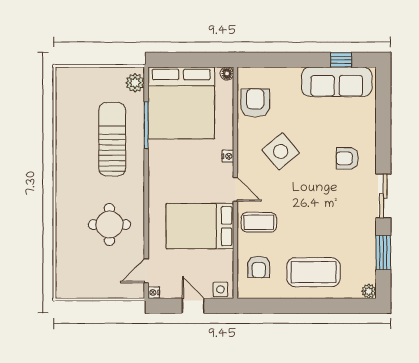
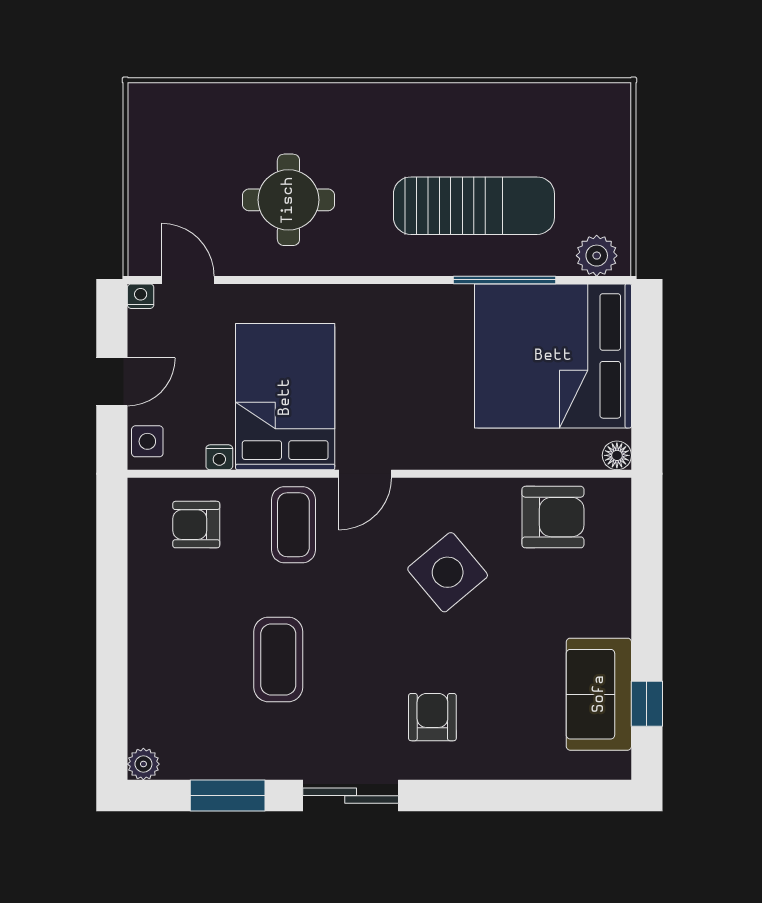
sofa: (337, 82) -> (599, 694), width x0.73
nightstand: (228, 156) -> (219, 457), moved
coffee table: (314, 272) -> (278, 659), moved, width x0.73, depth x0.76

